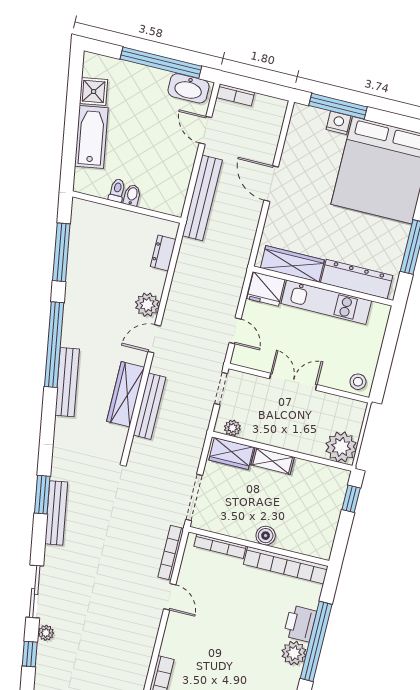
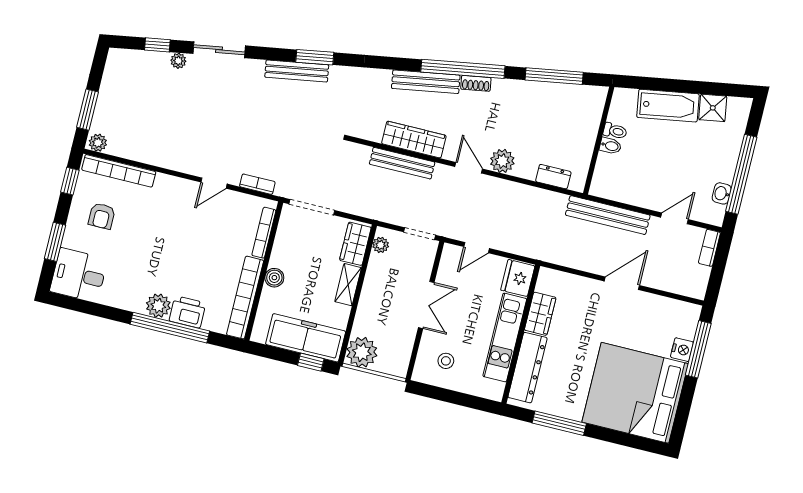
washbasin: (188, 88) -> (722, 193), width x0.52, depth x0.69
wardrobe: (292, 264) -> (540, 314), width x0.67
shoe rack: (69, 332) -> (476, 83), added
stool: (358, 382) -> (446, 361), moved
freezer: (327, 504) -> (306, 338), added
bookcase: (171, 553) -> (257, 184), width x0.64

